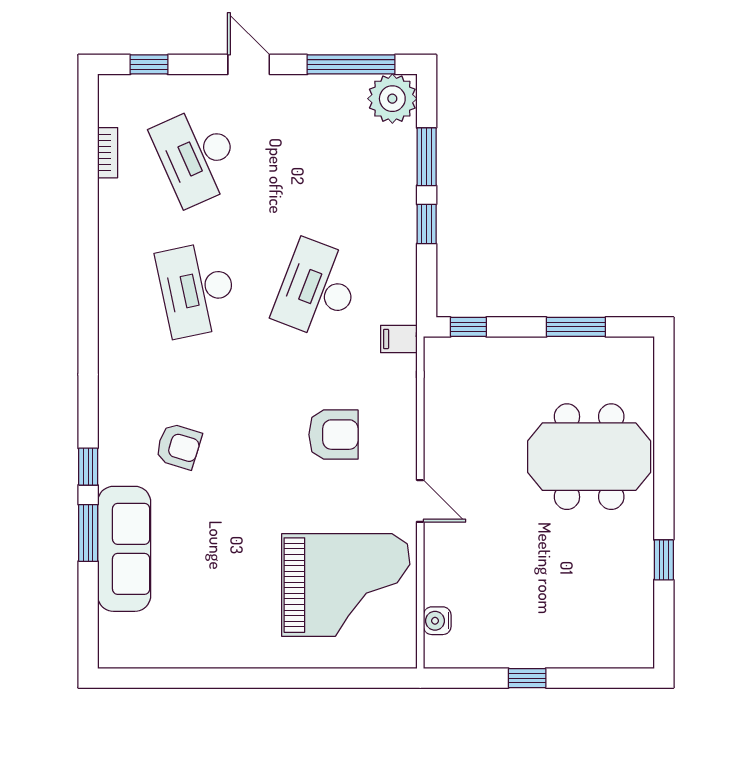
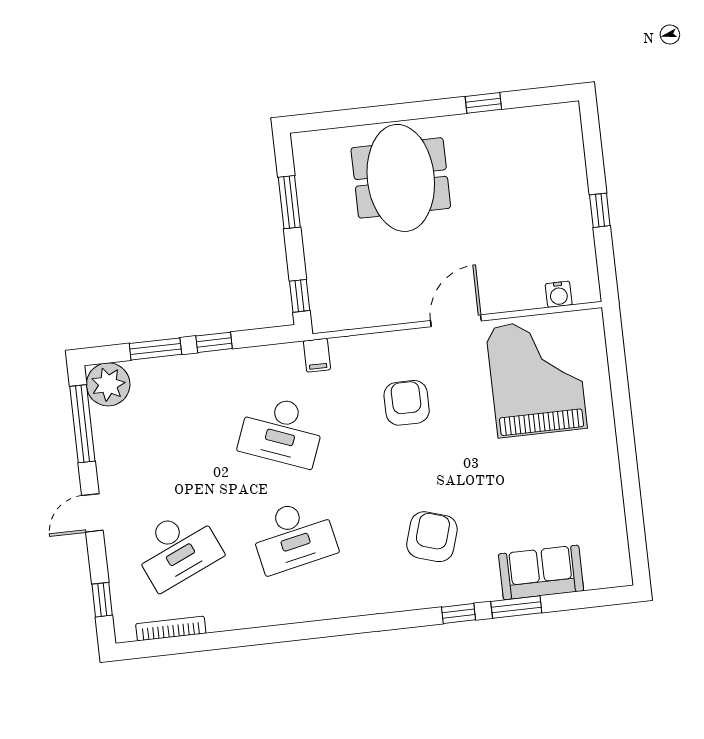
bookcase: (108, 153) -> (171, 629), width x1.56
armchair: (179, 446) -> (432, 537), width x1.38, depth x1.38
door: (420, 501) -> (456, 321), width x1.38
sofa: (124, 549) -> (541, 572), width x0.73

